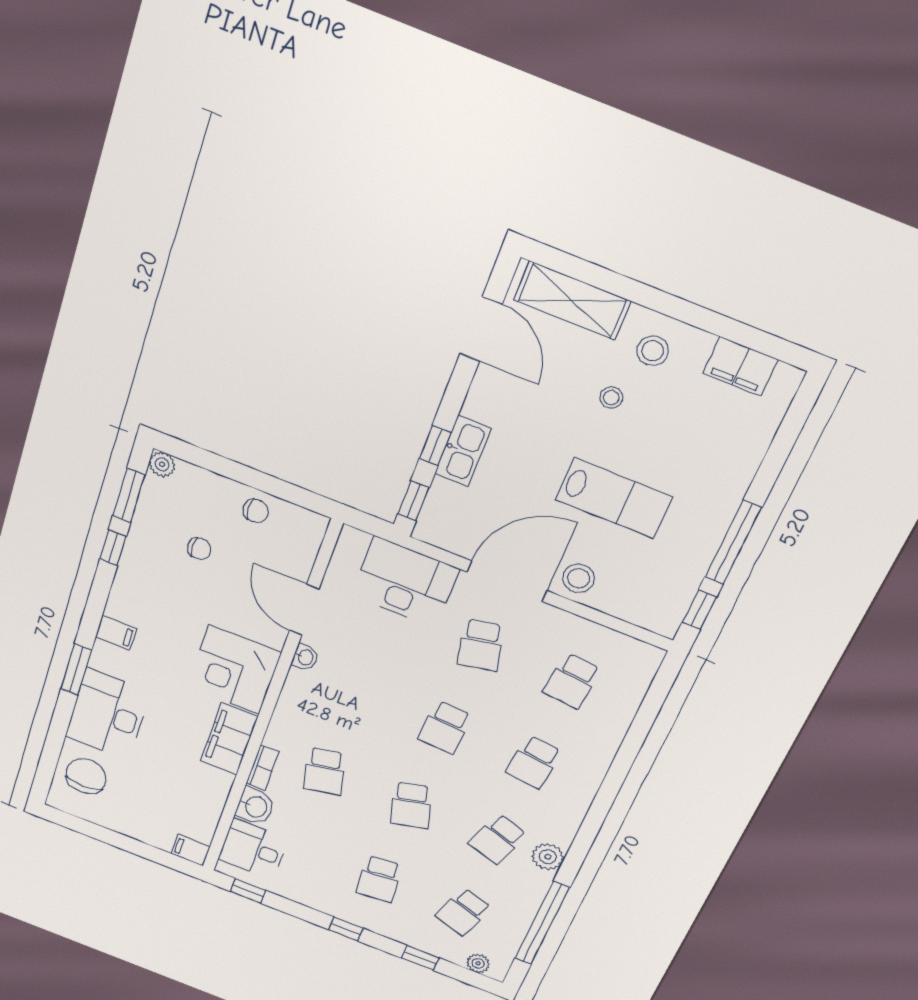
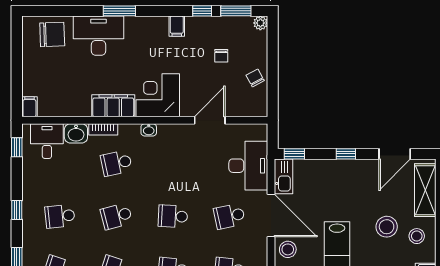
stool: (611, 398) -> (387, 227), width x1.89, depth x1.89
window: (435, 446) -> (346, 154), moved
kitchen sink: (463, 451) -> (283, 176), moved, turned -90
chair: (256, 511) -> (255, 78), turned 152
filing cabinet: (116, 633) -> (177, 26), moved
washbasin: (305, 657) -> (149, 130), moved

